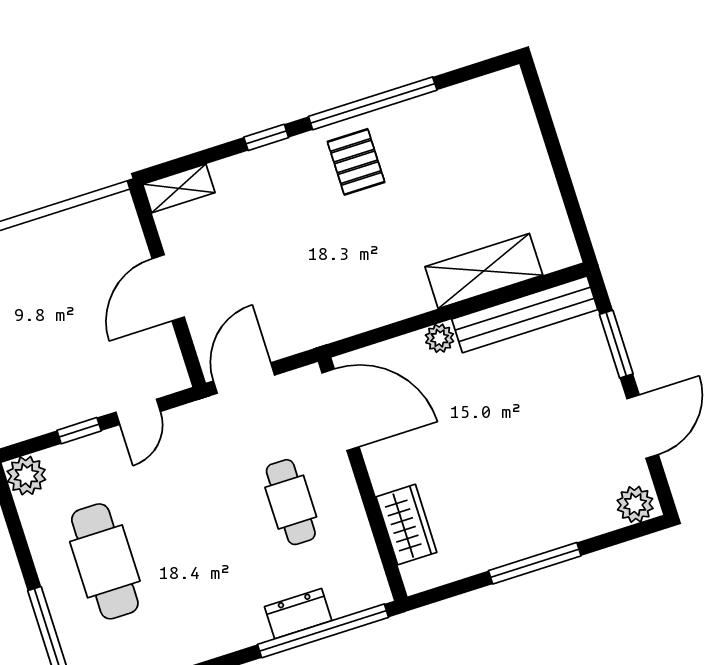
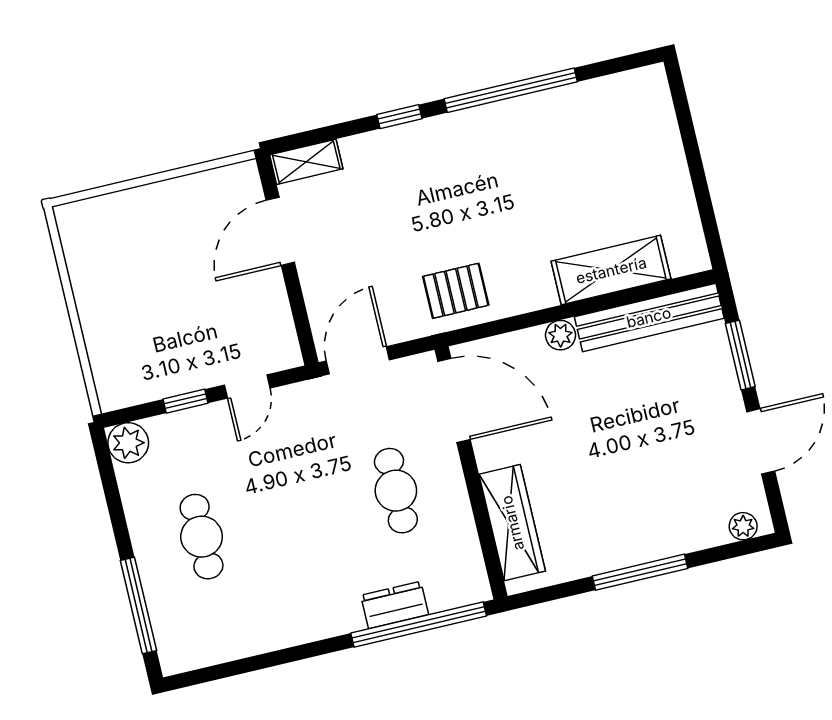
pallet: (356, 162) -> (456, 291), moved, turned 90
door: (168, 288) -> (280, 231), moved
plant: (635, 504) -> (743, 526), width x0.73, depth x0.73
wardrobe: (406, 525) -> (512, 523), width x1.50
cafe table: (105, 561) -> (202, 537), width x0.73, depth x0.74

